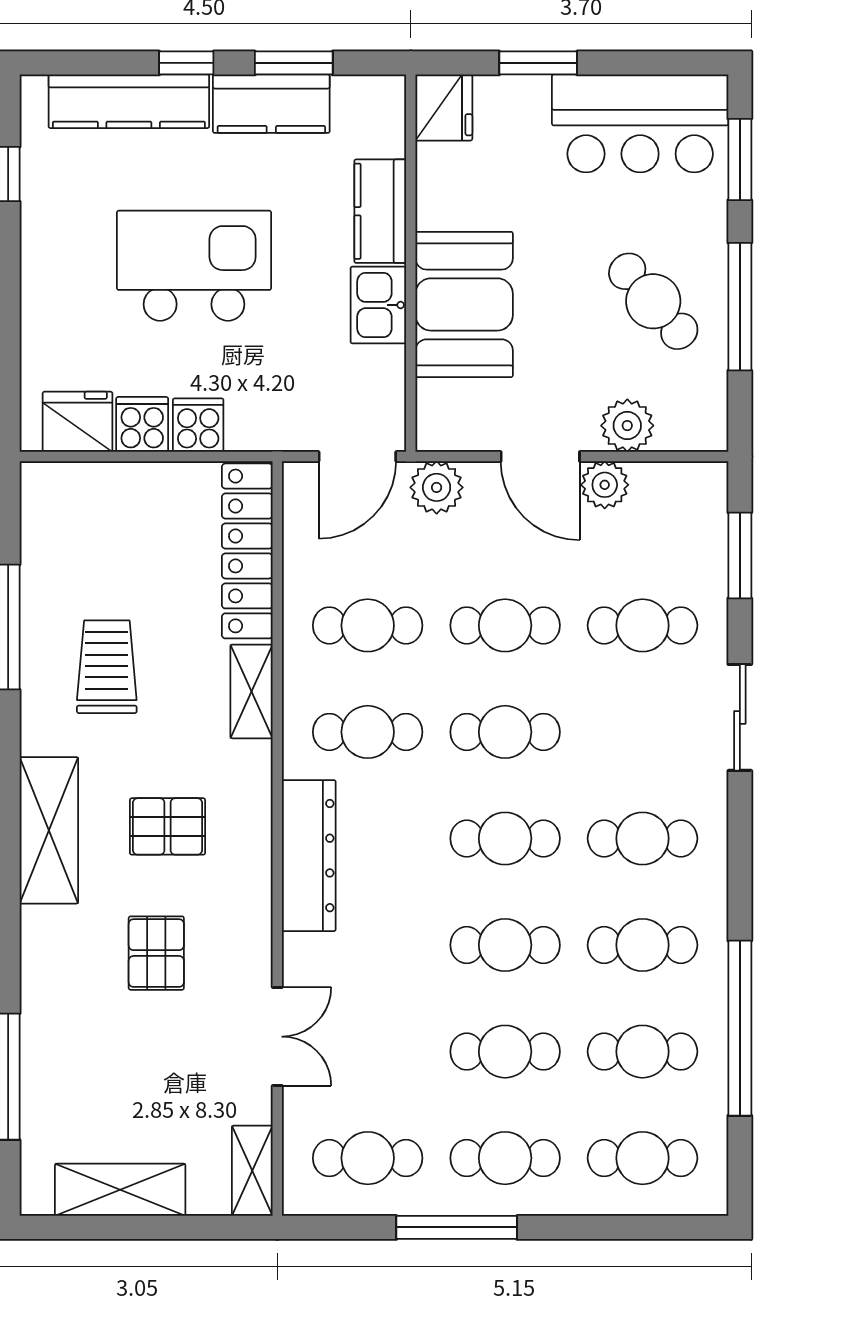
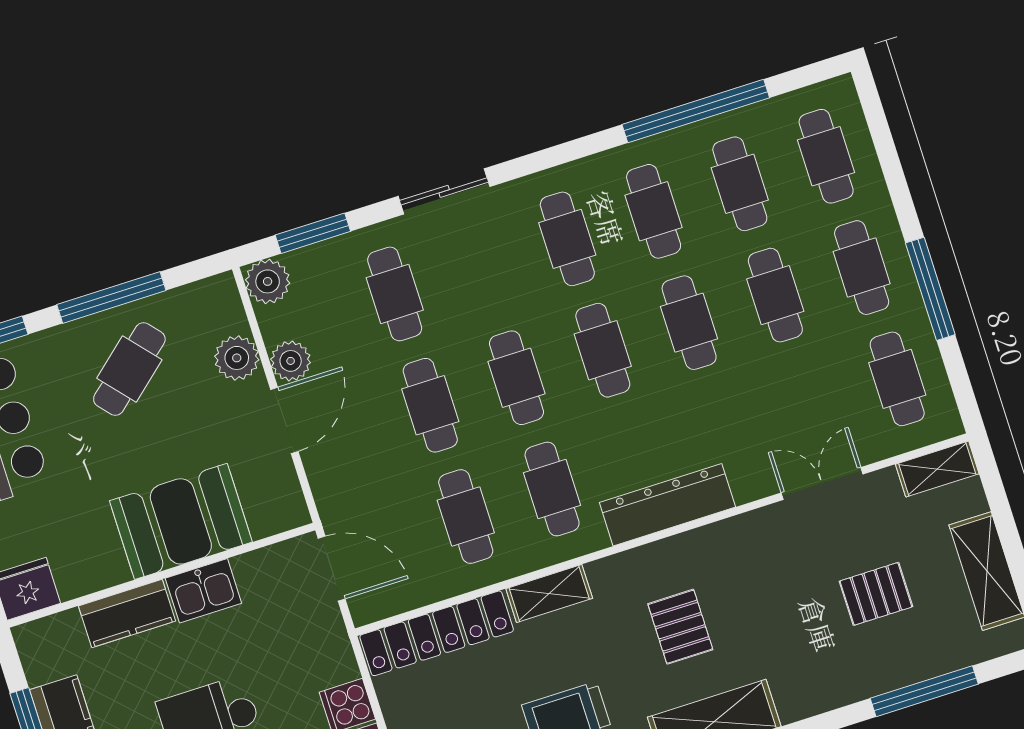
plant: (437, 487) -> (268, 281), moved
pallet: (156, 953) -> (876, 594), moved

